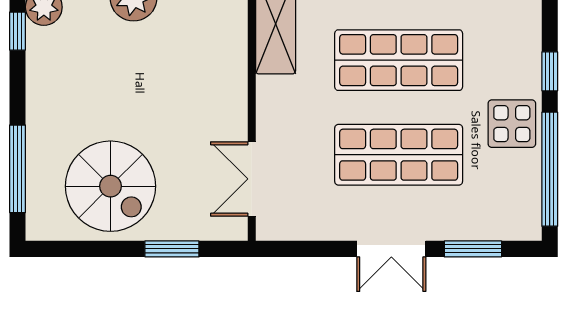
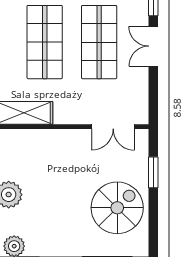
double door: (391, 249) -> (153, 46), swing flipped

